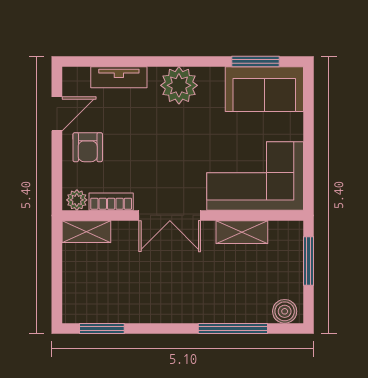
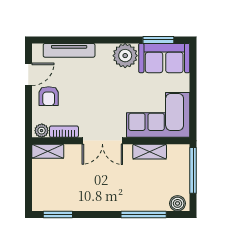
tv unit: (119, 77) -> (69, 50), width x1.41
plant: (179, 85) -> (125, 56), moved
window: (308, 261) -> (193, 170), width x1.44

